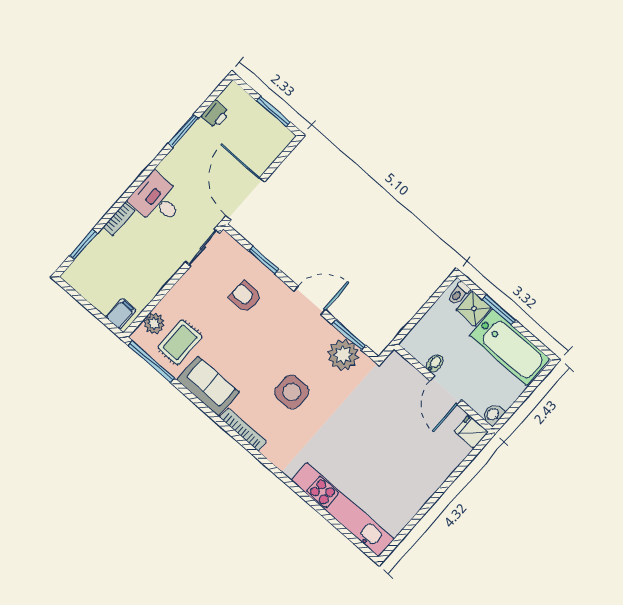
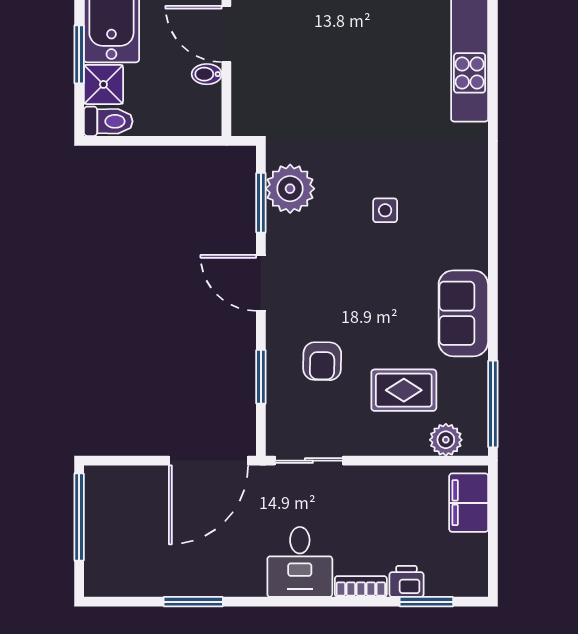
window: (273, 112) -> (79, 517), width x1.44
printer: (215, 114) -> (406, 581), moved
toilet: (459, 293) -> (108, 121), width x1.37, depth x1.39
filing cabinet: (121, 314) -> (469, 503), width x2.00
rug: (180, 342) -> (404, 390), moved
door: (446, 390) -> (226, 34), swing flipped
side table: (292, 392) -> (385, 210), width x0.54, depth x0.54
bookcase: (243, 429) -> (478, 228), removed

